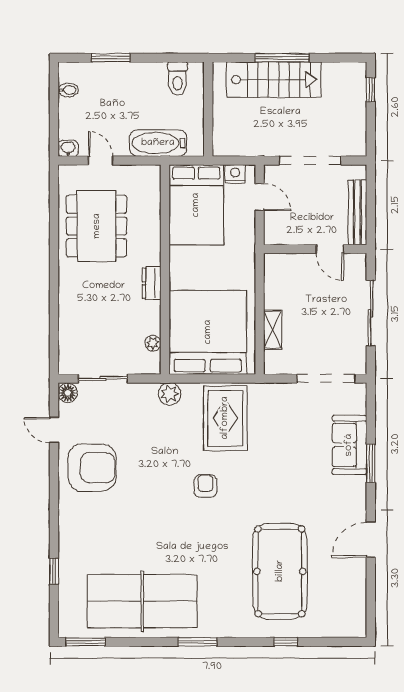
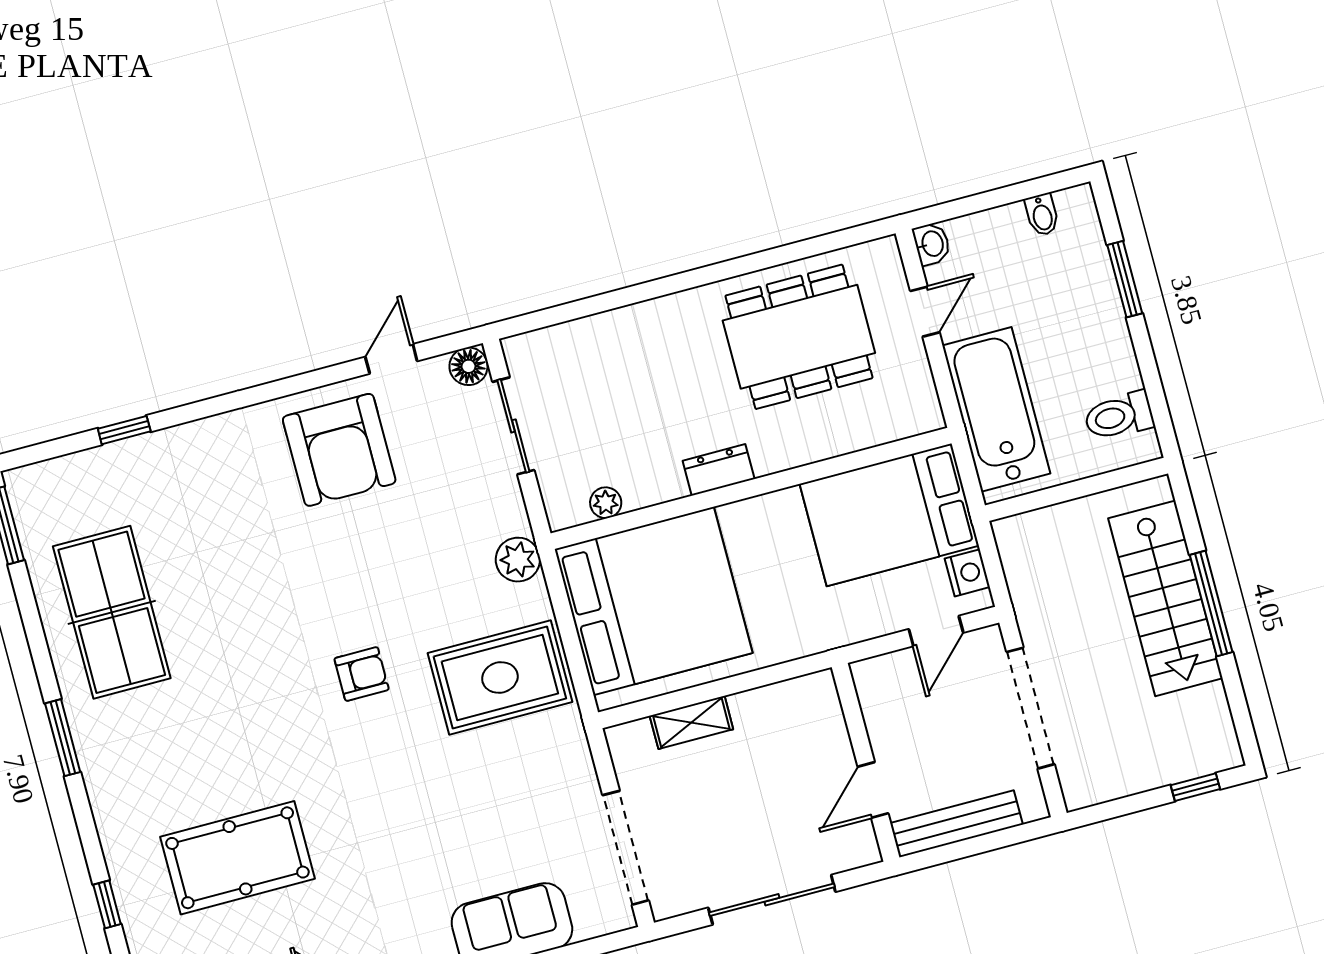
bathtub: (158, 143) -> (996, 409), width x1.36, depth x1.36
pool table: (280, 571) -> (237, 858), width x0.73, depth x0.76
table tennis table: (142, 601) -> (112, 612), width x0.73, depth x0.76

